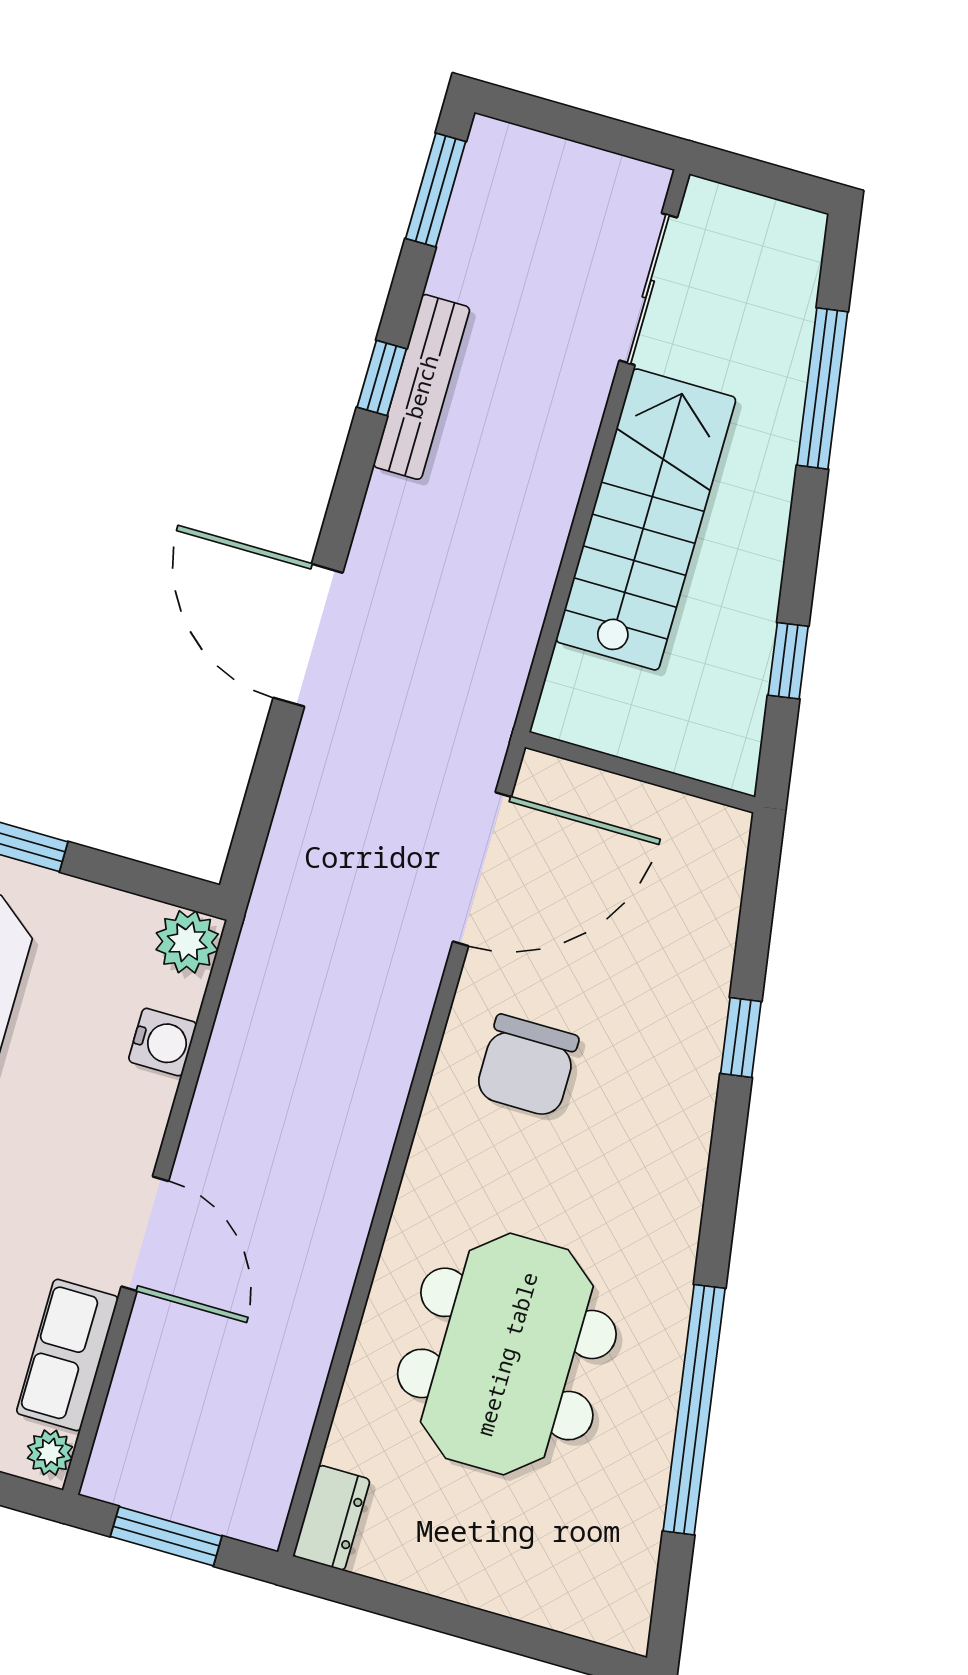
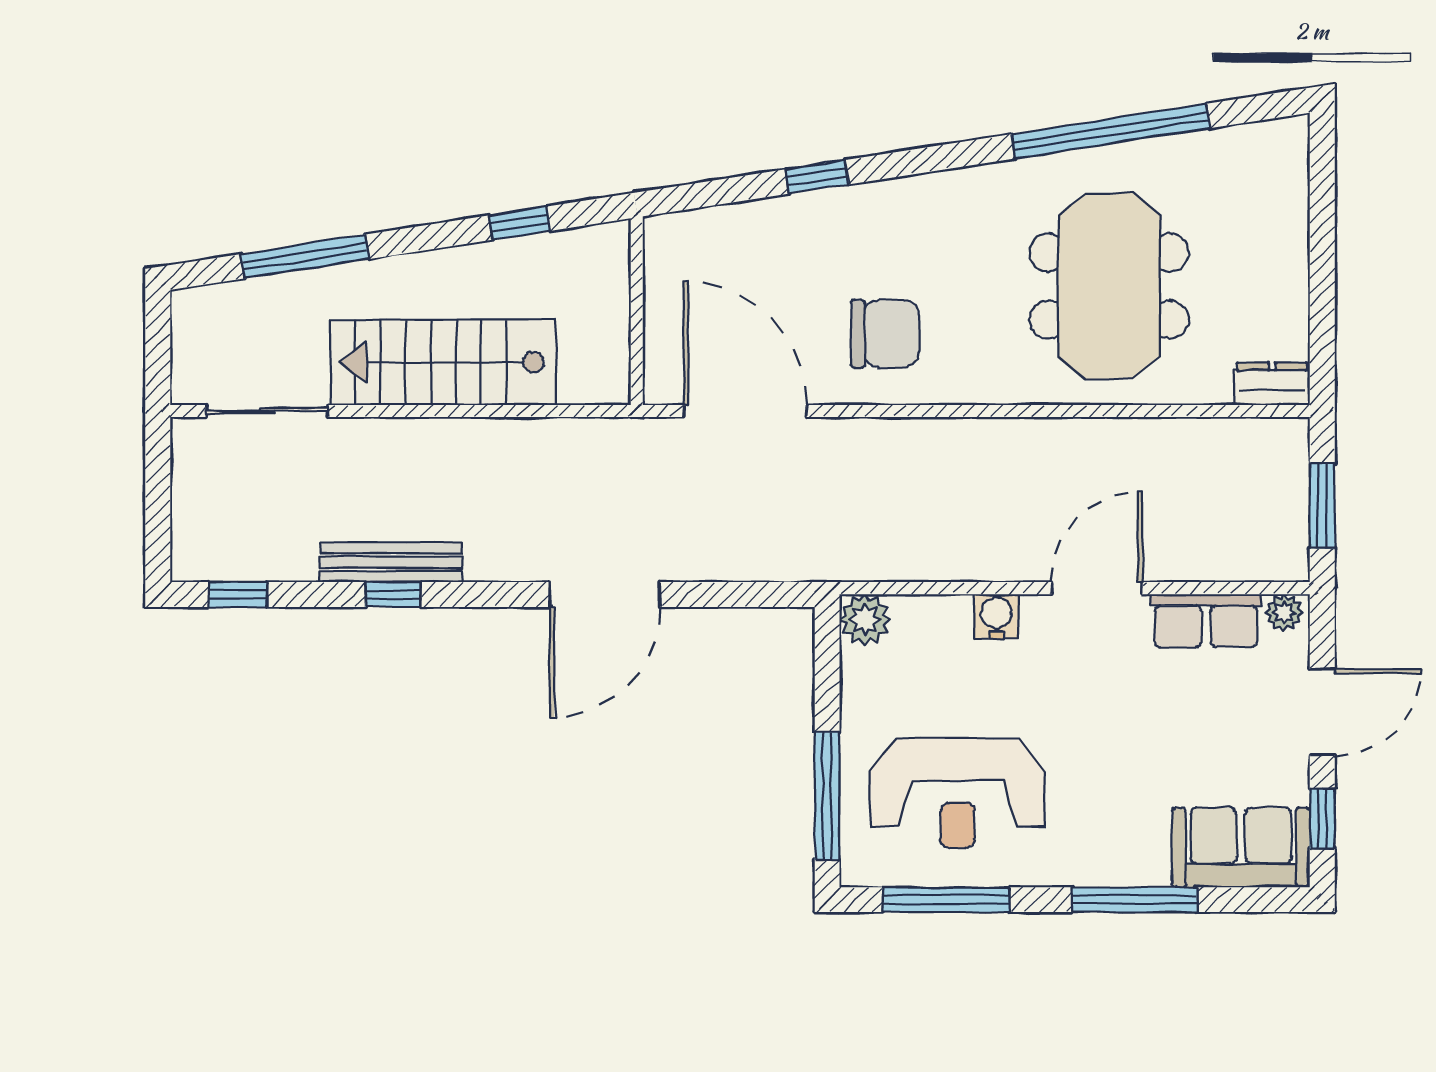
window: (436, 190) -> (238, 594), width x0.67
water cooler: (163, 1042) -> (996, 616), moved
meeting table: (507, 1354) -> (1109, 286), turned 90

